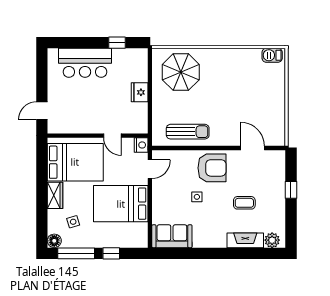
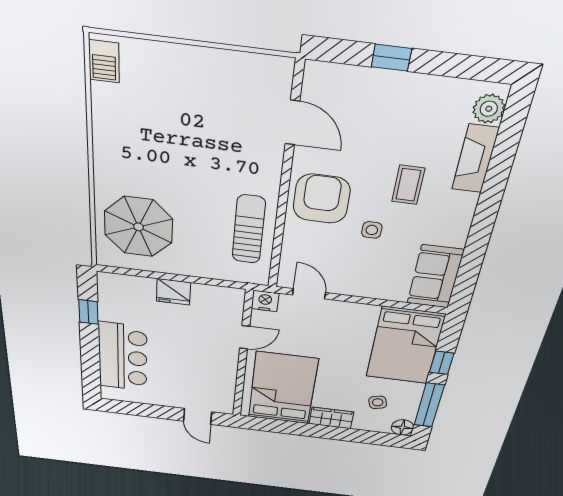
door: (253, 148) -> (292, 123), swing flipped
coffee table: (244, 203) -> (408, 185), moved
bed: (121, 204) -> (405, 346), moved

